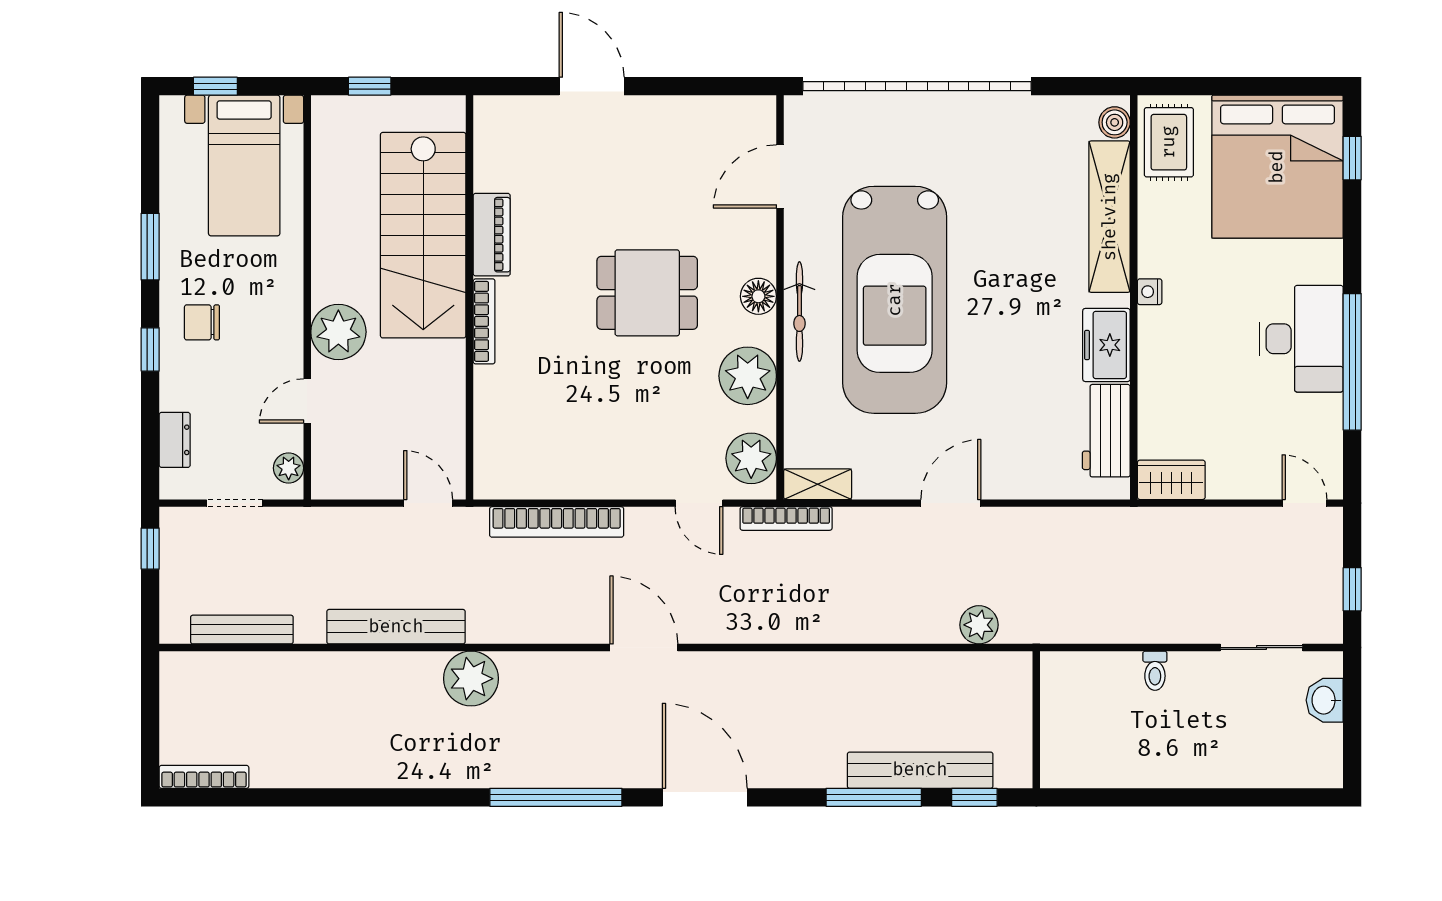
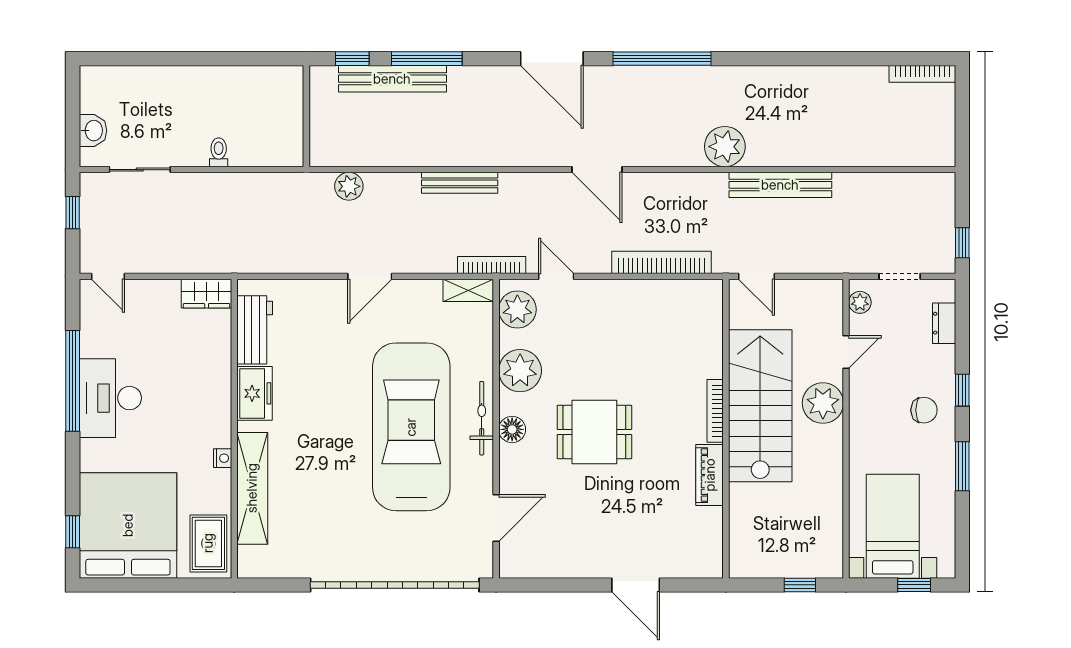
boiler: (1115, 122) -> (249, 558), removed
stairs: (423, 235) -> (760, 406), moved
nightstand: (1150, 292) -> (223, 458), moved
bench: (242, 630) -> (460, 183), moved

